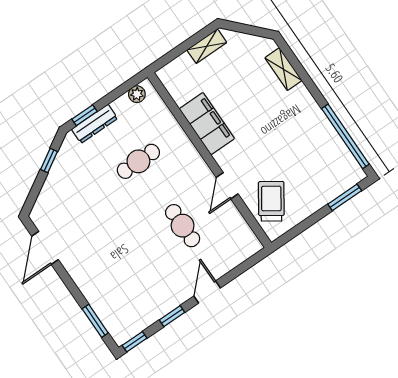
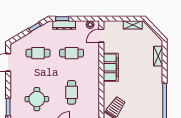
filing cabinet: (207, 124) -> (111, 67), moved
door: (227, 186) -> (101, 36), moved
cafe table: (83, 199) -> (38, 53), added
round table: (133, 276) -> (37, 99), added

